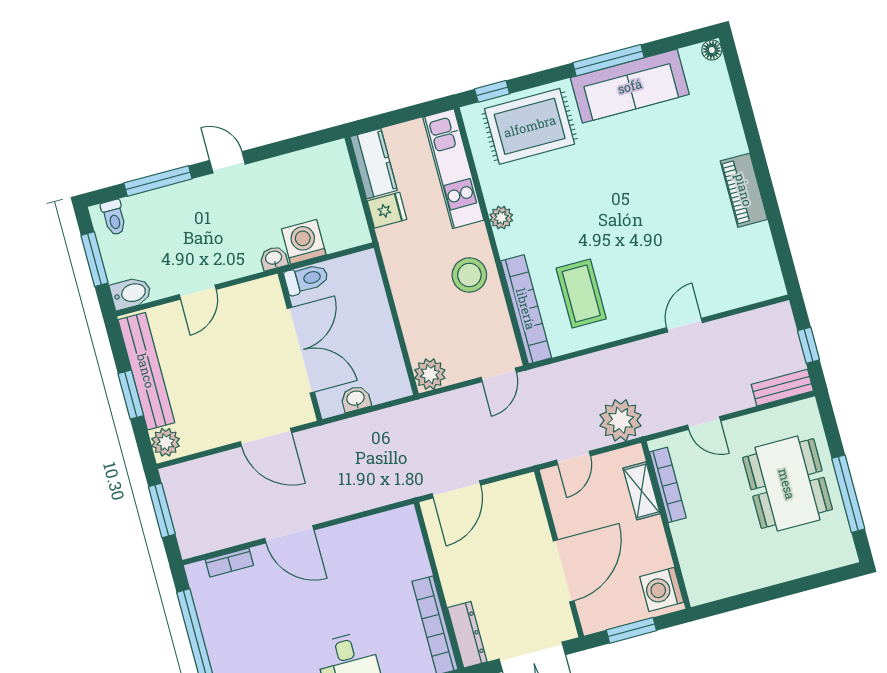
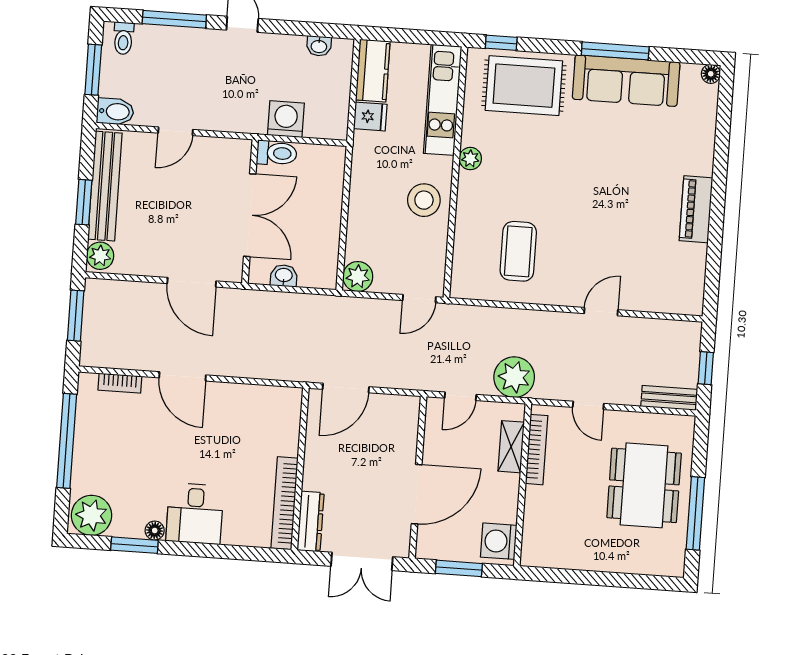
washbasin: (274, 258) -> (319, 46), moved, turned 180
bookcase: (526, 309) -> (464, 248), removed

